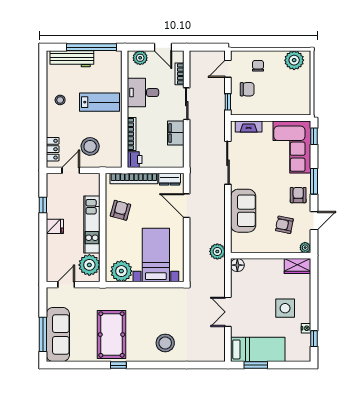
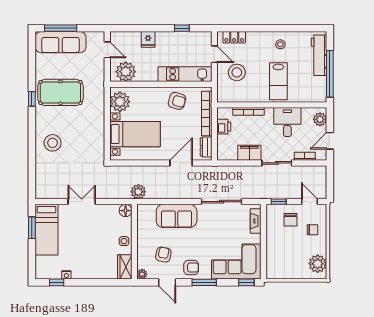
printer: (135, 160) -> (224, 127), moved, turned -90
kitchen unit: (92, 225) -> (185, 74), moved
fridge: (55, 226) -> (148, 39), moved
side table: (285, 308) -> (124, 241), moved, width x0.54, depth x0.54

